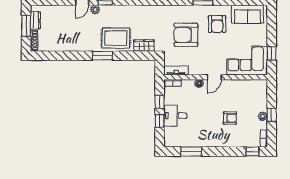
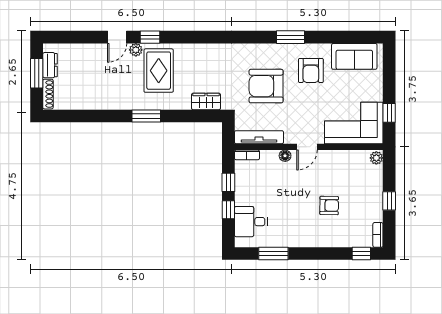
rug: (116, 38) -> (159, 71), moved, turned 90
tv unit: (176, 70) -> (259, 137), width x1.41
desk: (175, 116) -> (251, 222), moved
plant: (263, 116) -> (376, 158), moved

